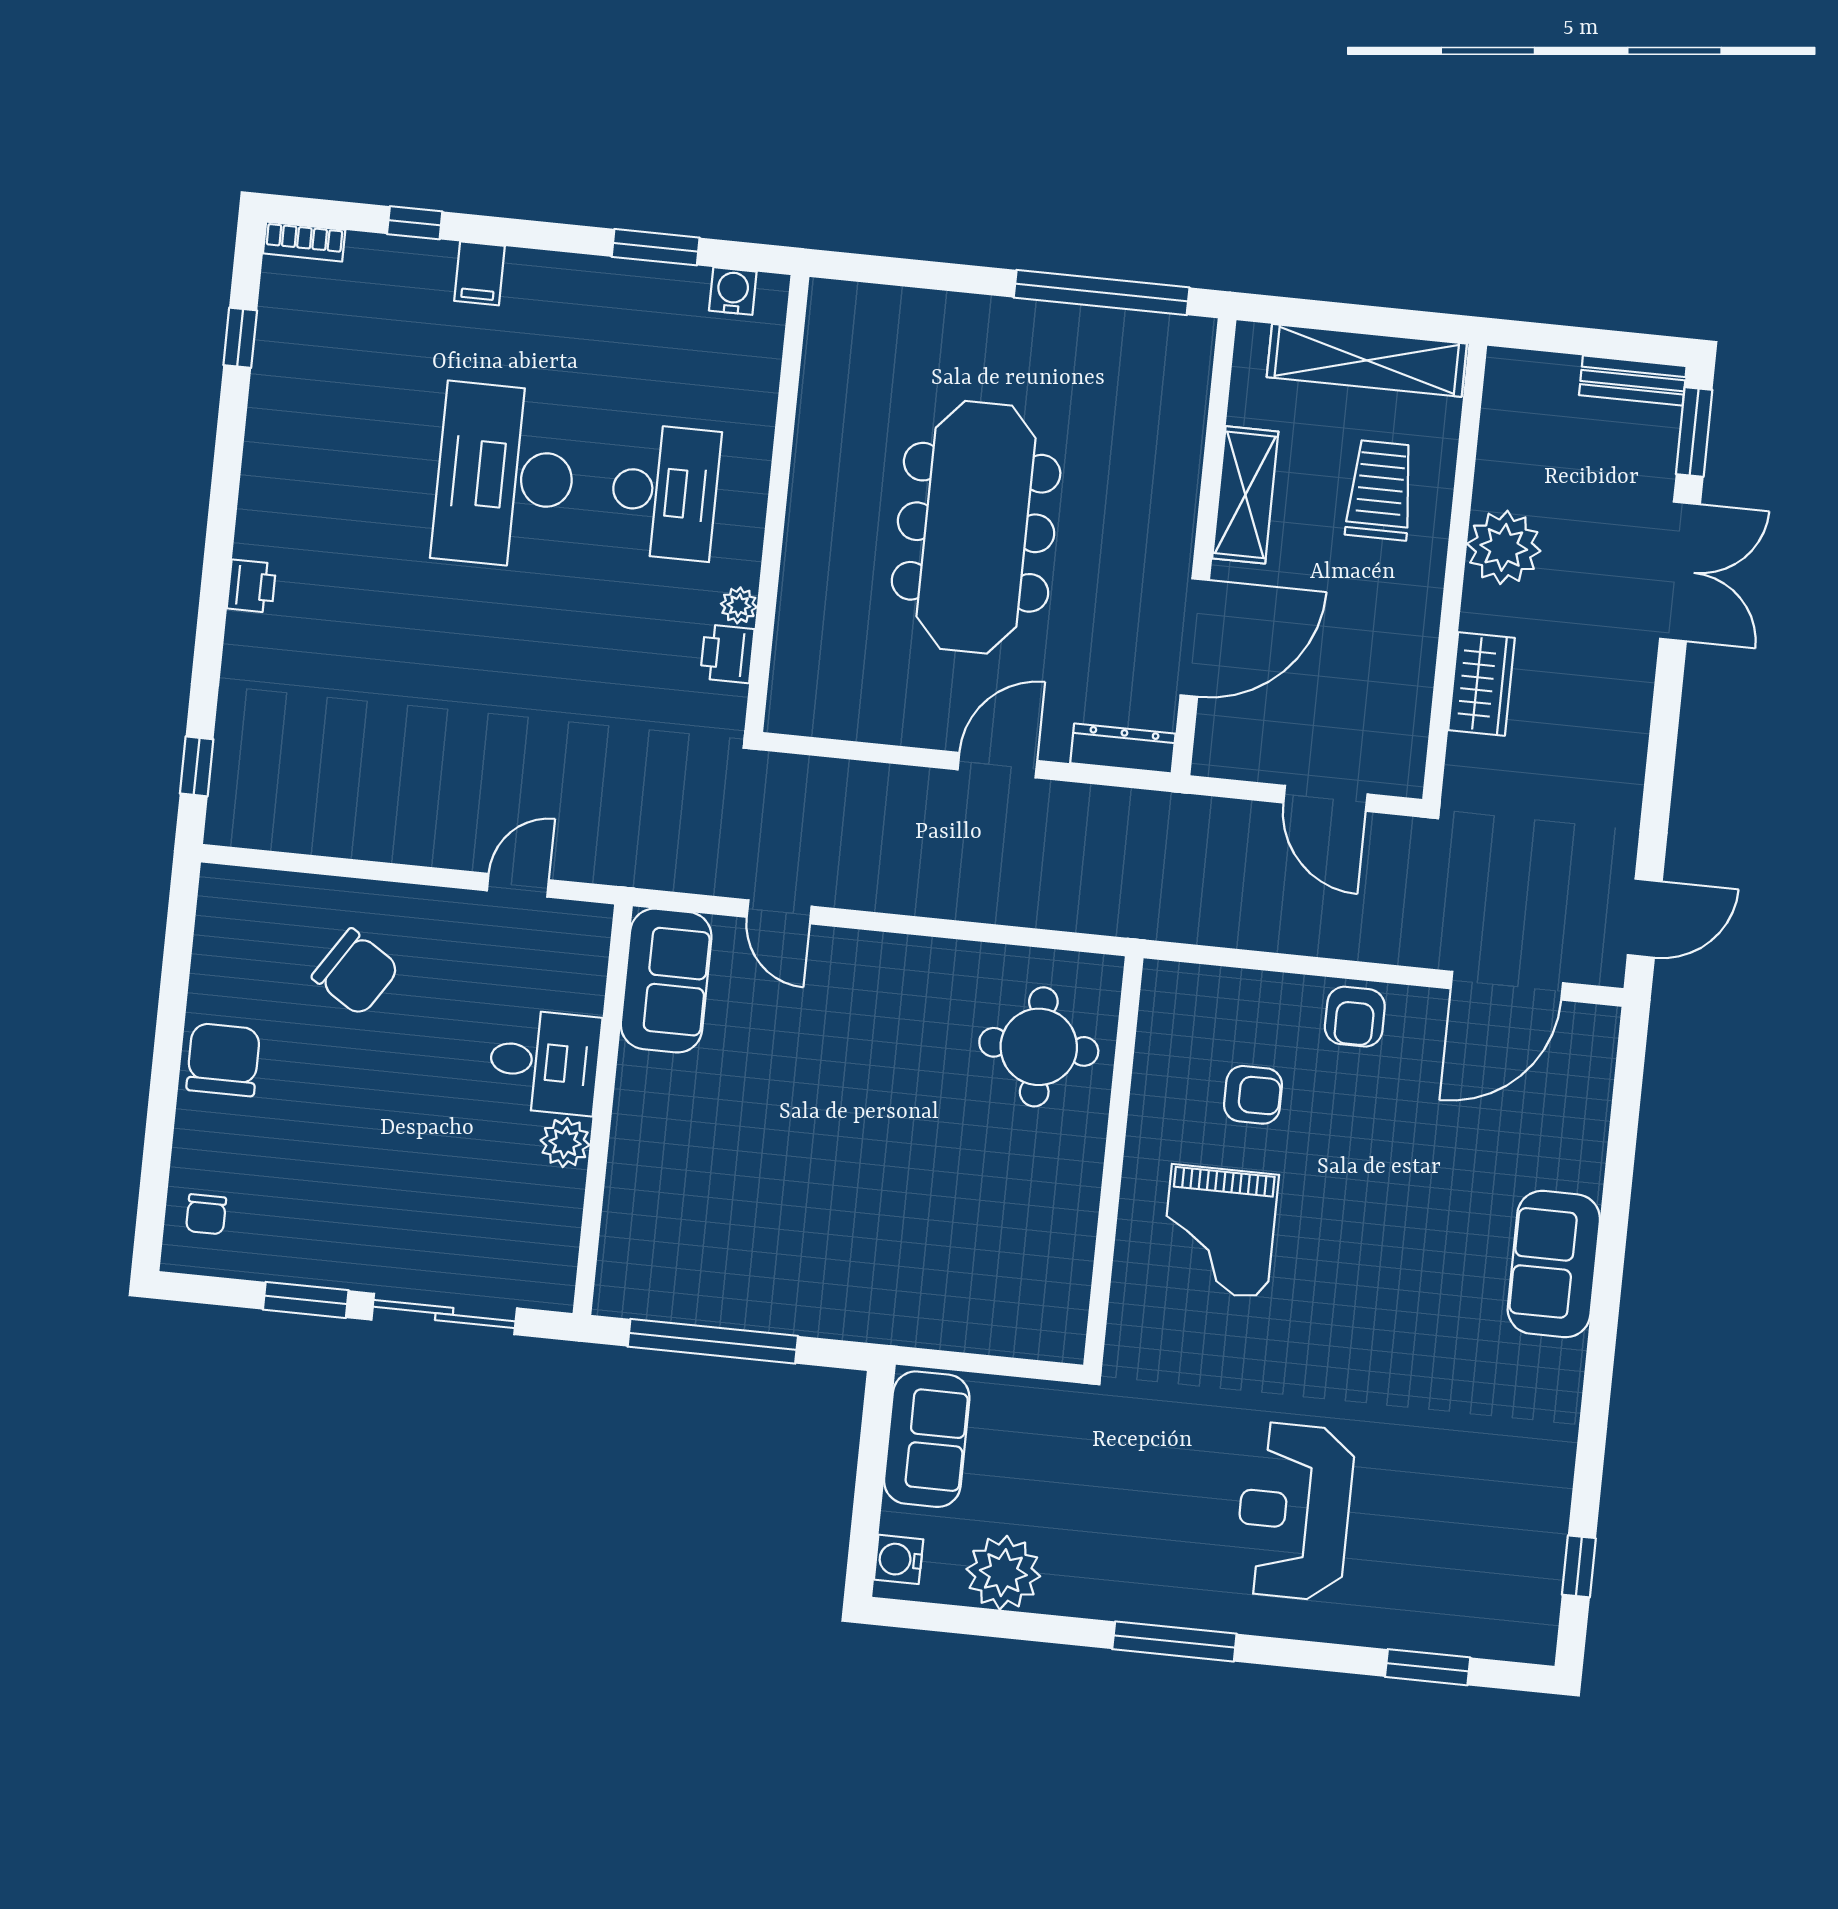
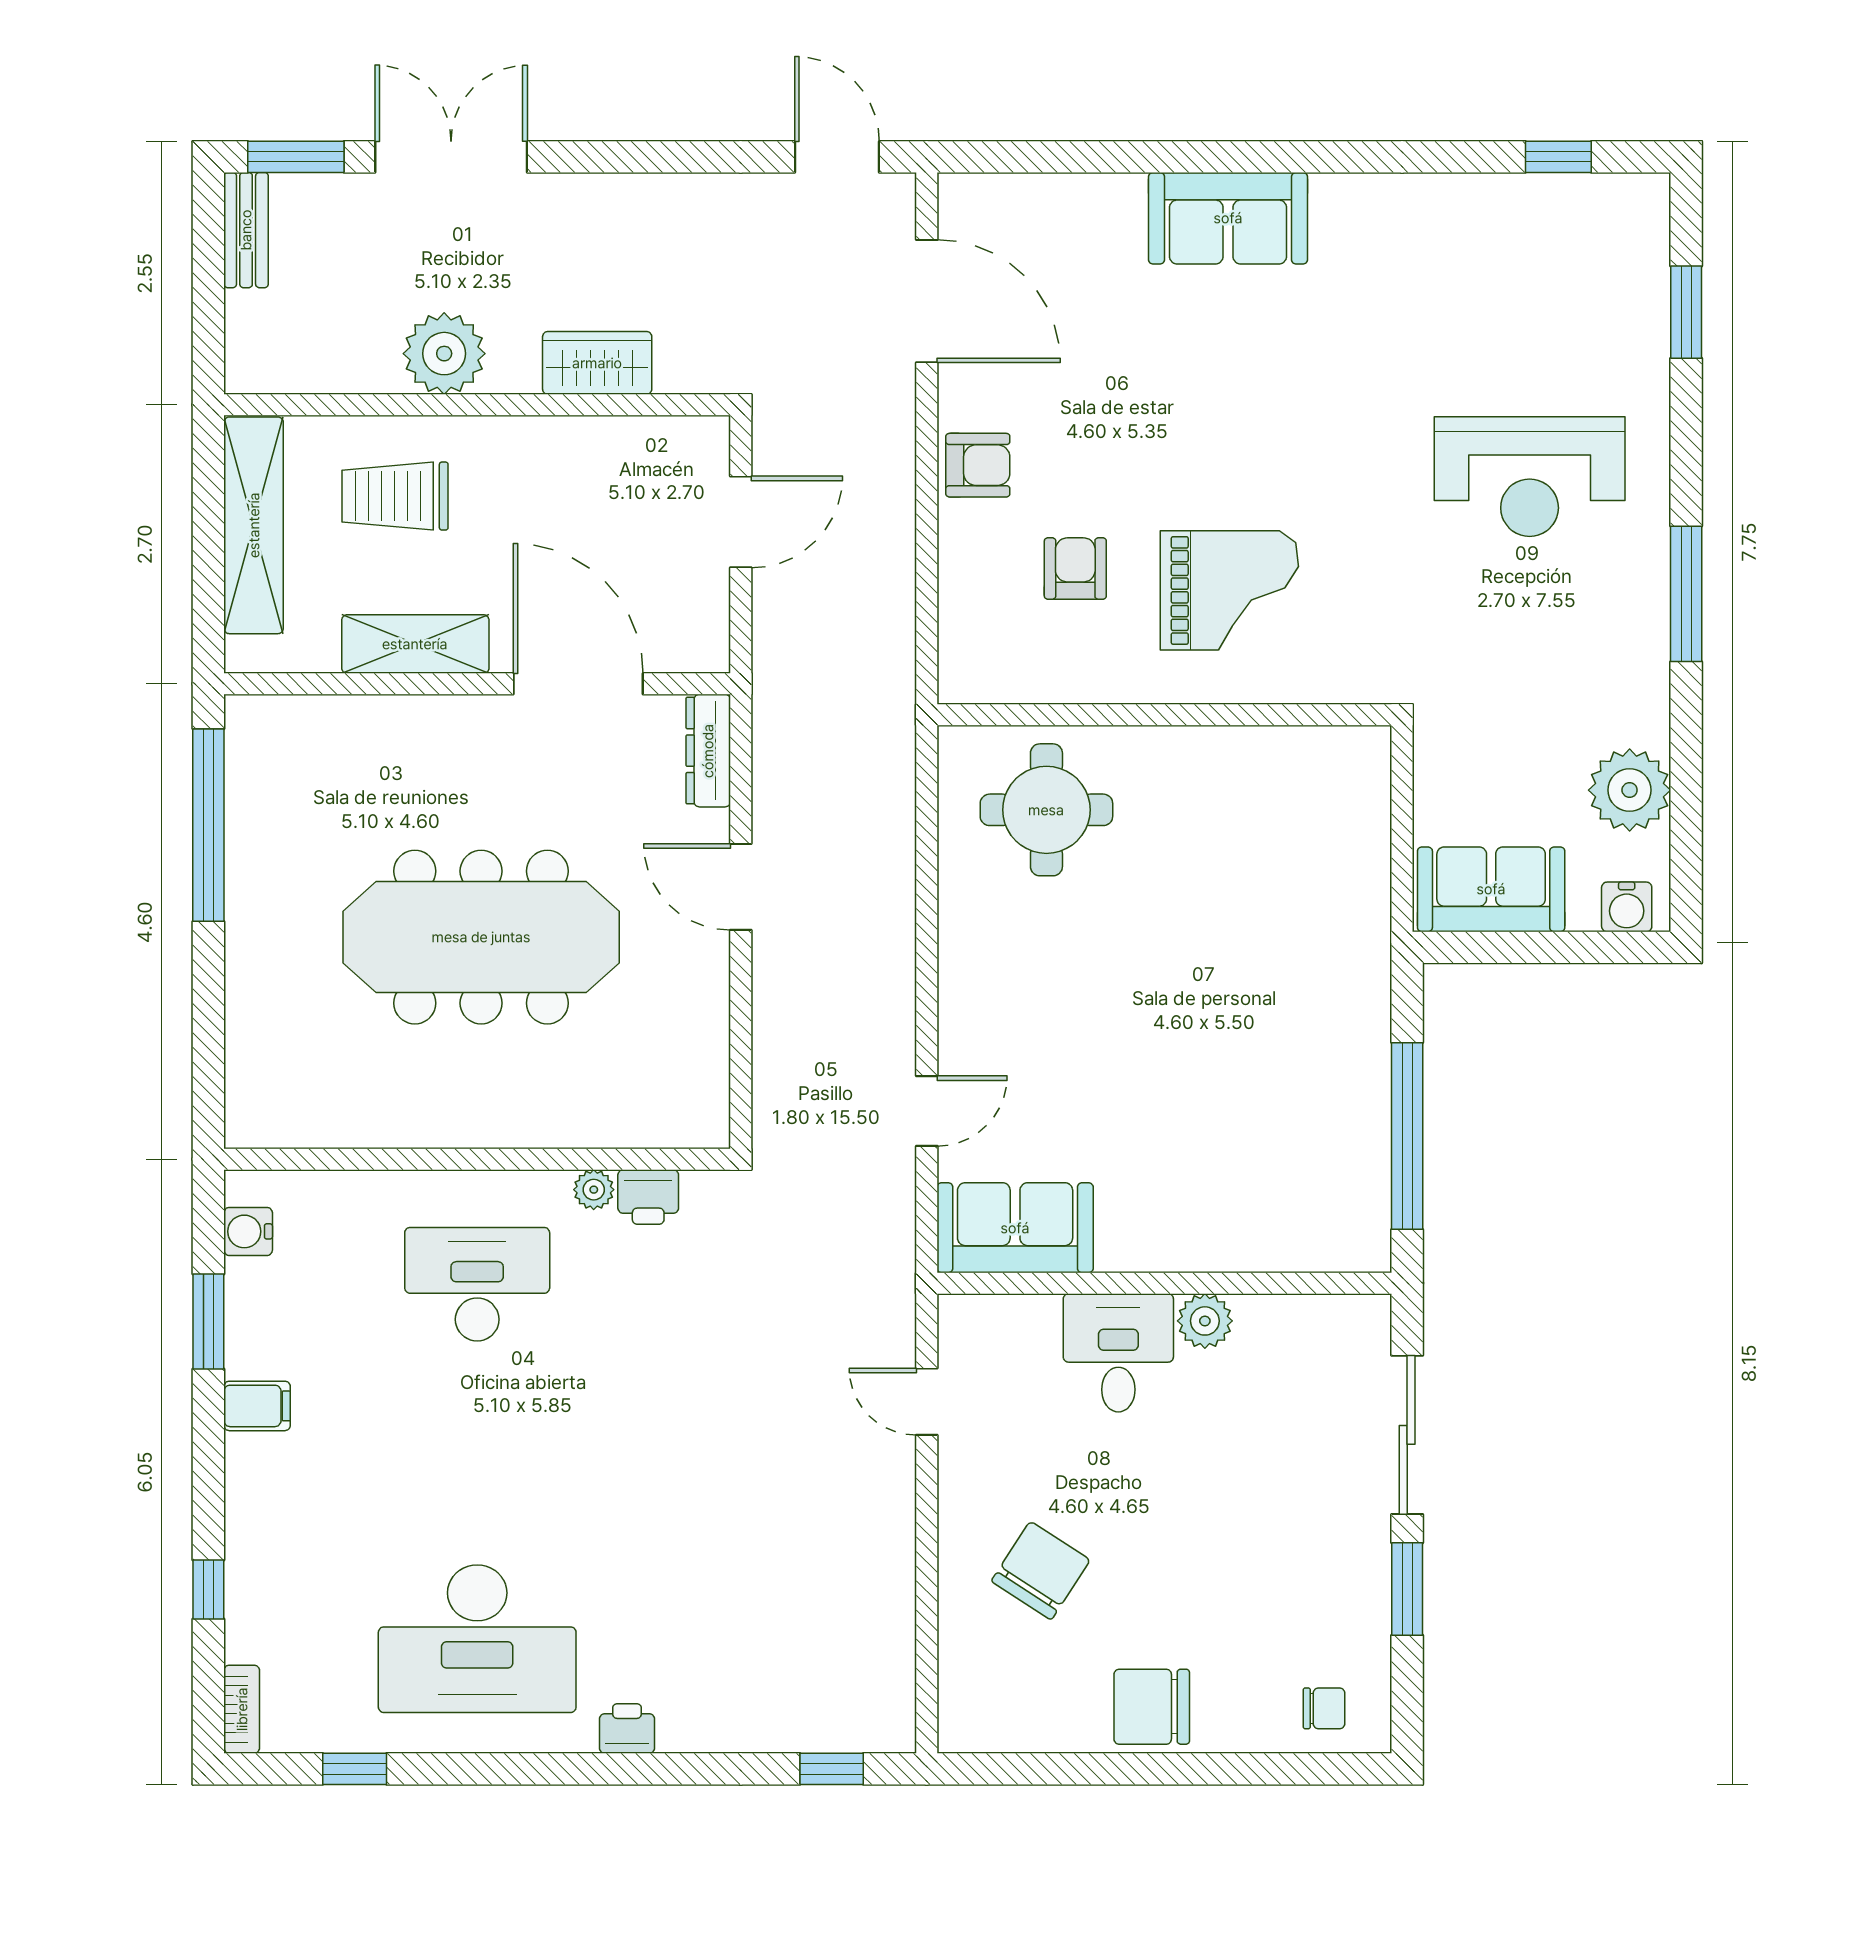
filing cabinet: (479, 273) -> (257, 1406), moved
desk: (505, 476) -> (477, 1639), moved

